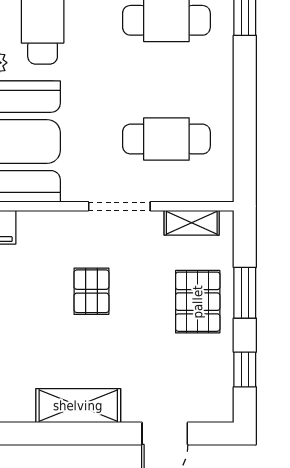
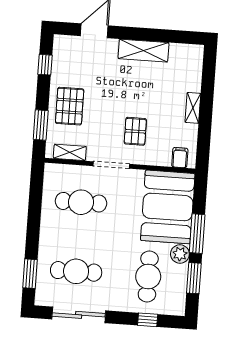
pallet: (91, 291) -> (135, 131), moved
window: (245, 293) -> (41, 125), moved

